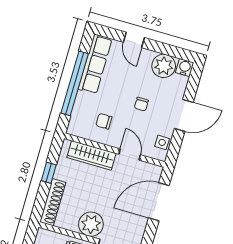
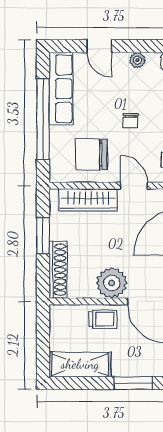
plant: (164, 66) -> (137, 60), width x0.53, depth x0.53
chair: (104, 121) -> (91, 154), width x1.87, depth x1.87
window: (49, 173) -> (43, 236), width x1.50

